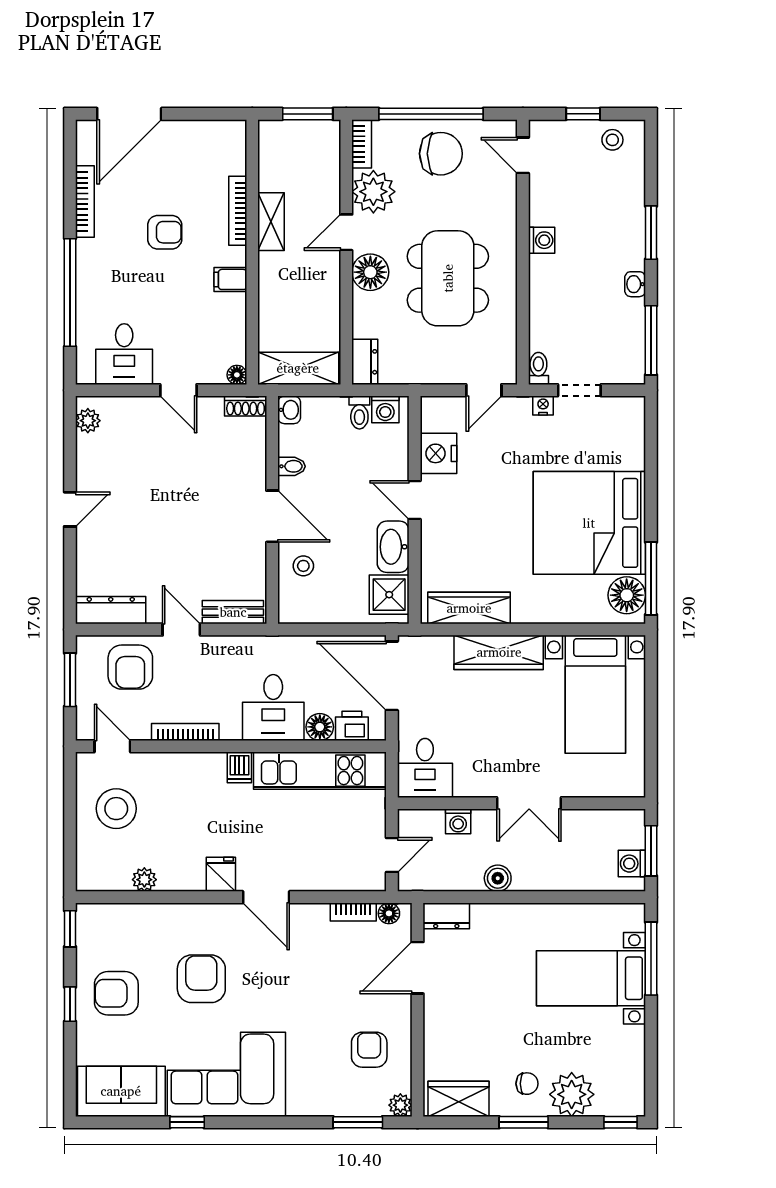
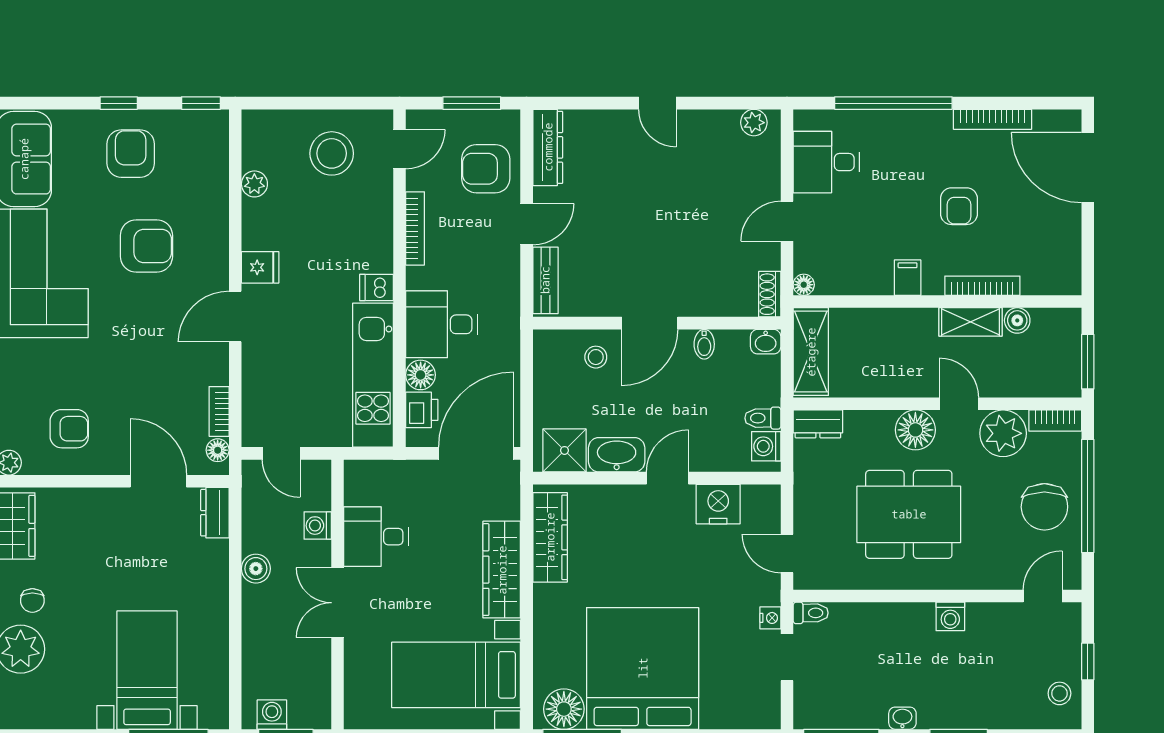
boiler: (270, 179) -> (1017, 320), added
desk: (425, 768) -> (376, 537), moved

